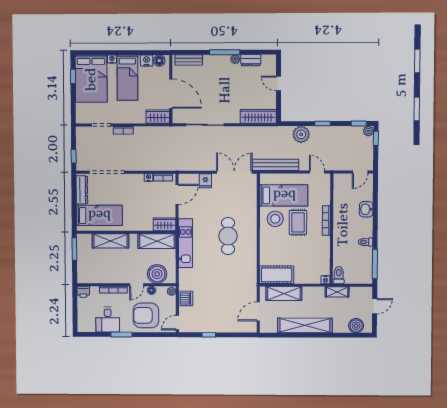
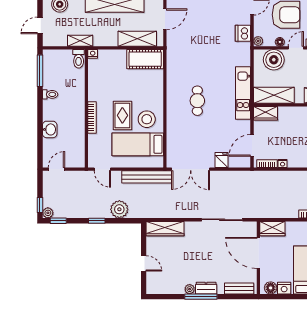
dresser: (251, 60) -> (206, 288), moved
cafe table: (228, 236) -> (197, 101), width x0.73, depth x0.74

